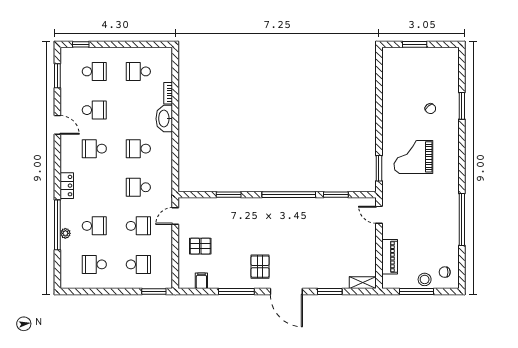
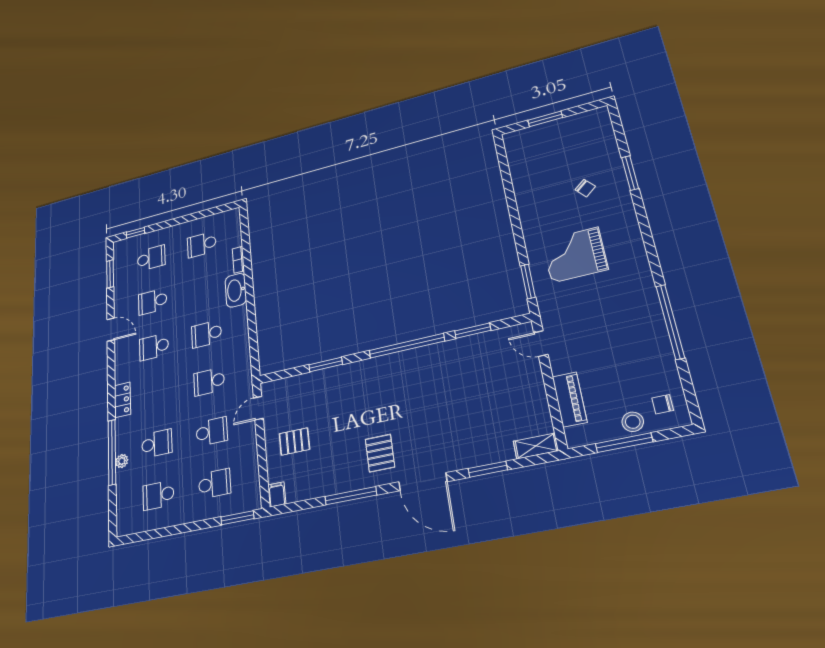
school desk: (94, 110) -> (153, 302), turned 180
filing cabinet: (201, 281) -> (277, 494), moved

